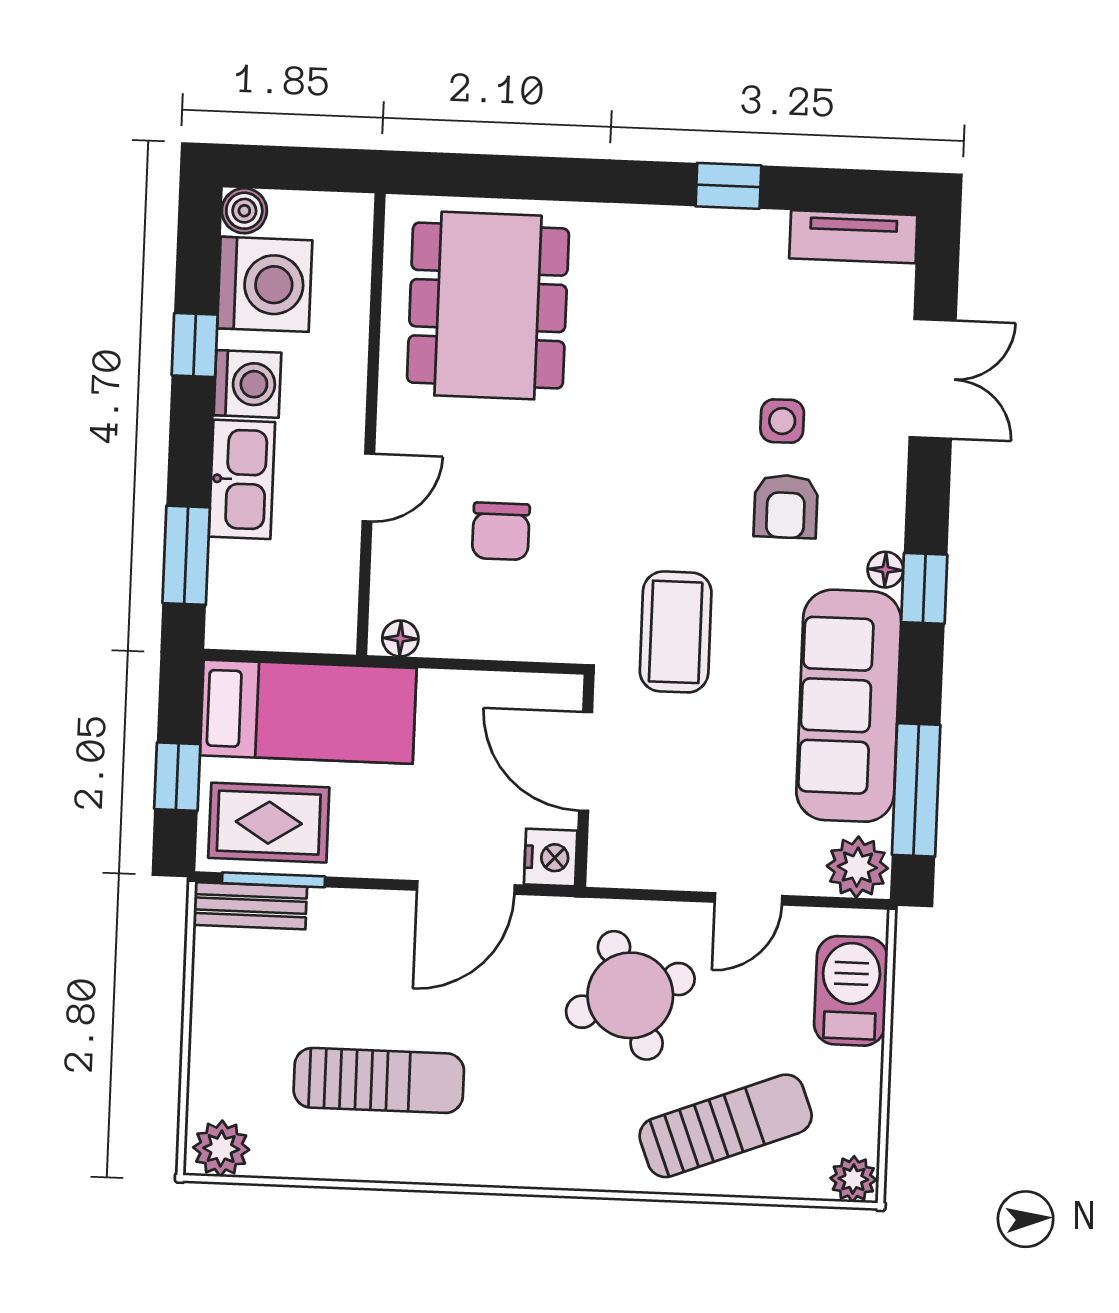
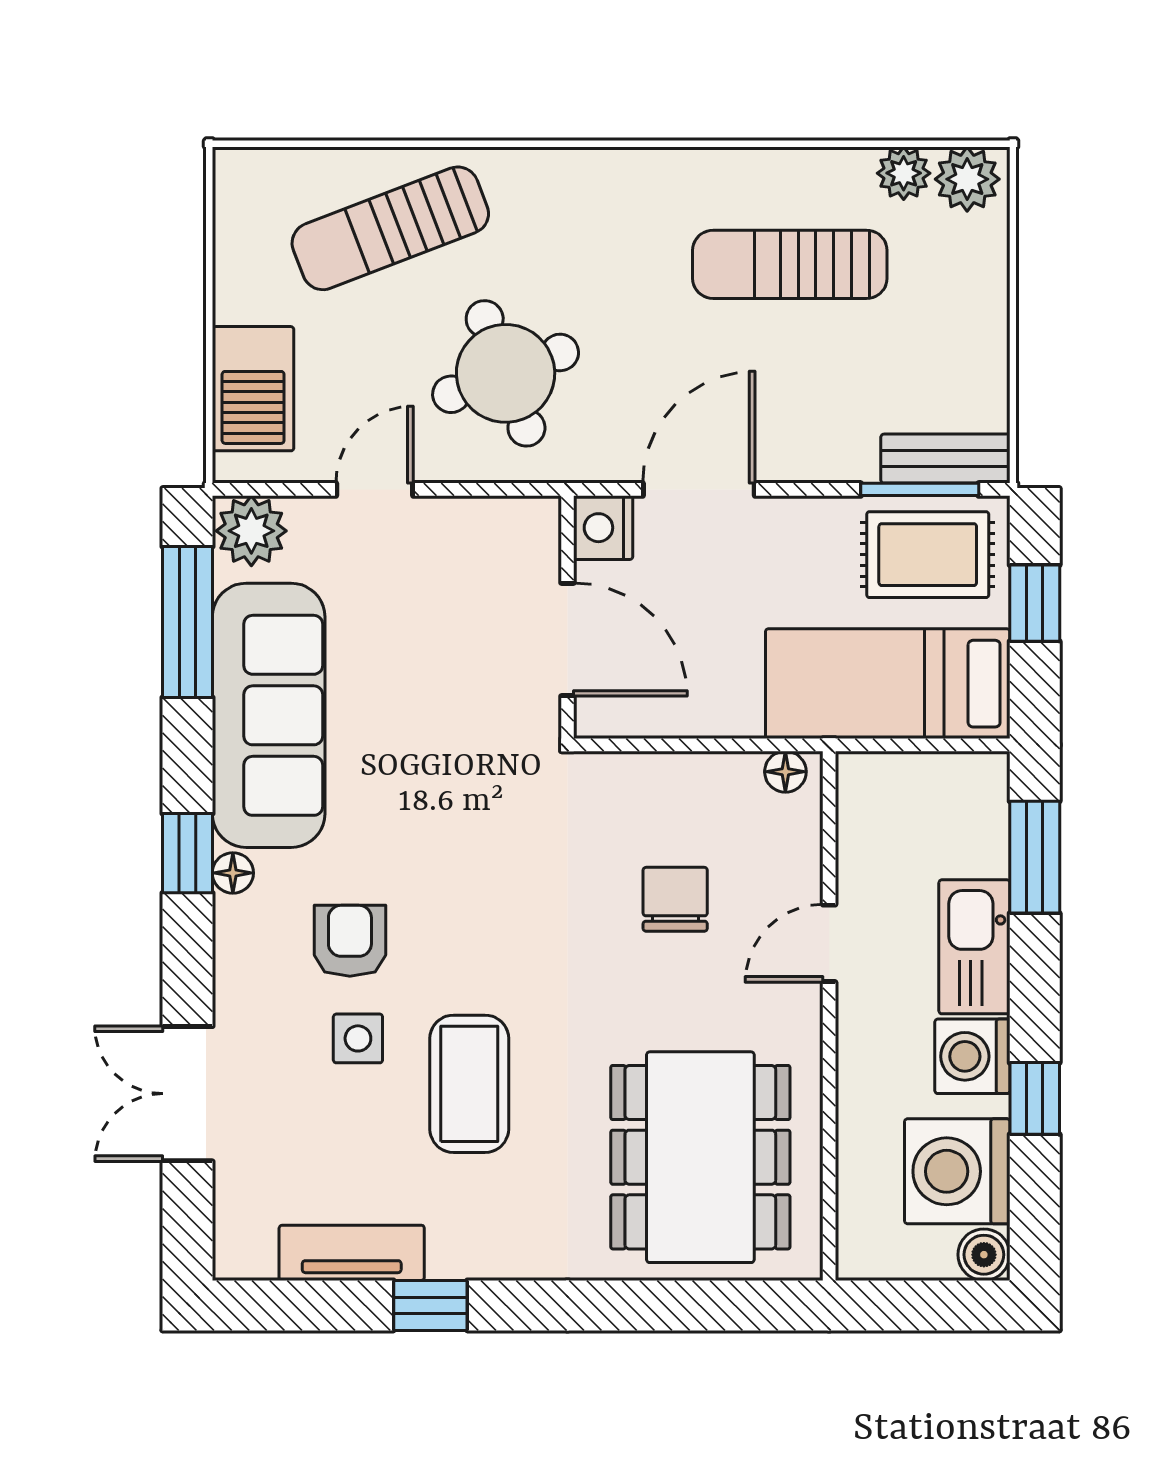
tv unit: (853, 237) -> (352, 1253), moved
coffee table: (676, 632) -> (469, 1084), moved
plant: (853, 1179) -> (904, 173), moved

